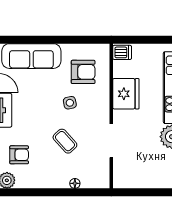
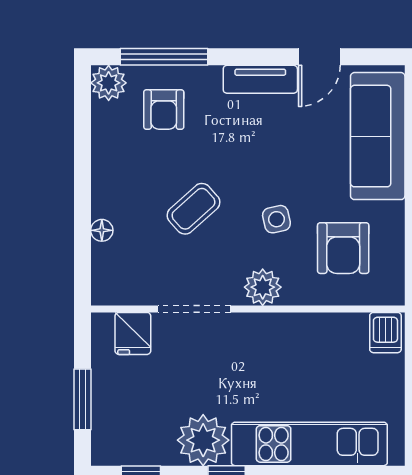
fridge: (126, 94) -> (133, 333), moved, width x0.53, depth x0.75
plant: (101, 109) -> (263, 287), added
window: (153, 192) -> (82, 399), added

